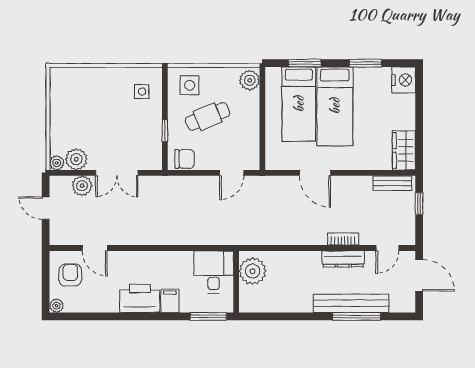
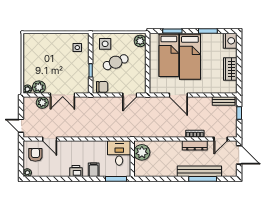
wardrobe: (404, 150) -> (230, 69), moved
door: (46, 208) -> (21, 126), moved
printer: (140, 298) -> (76, 171), width x0.53, depth x0.68

